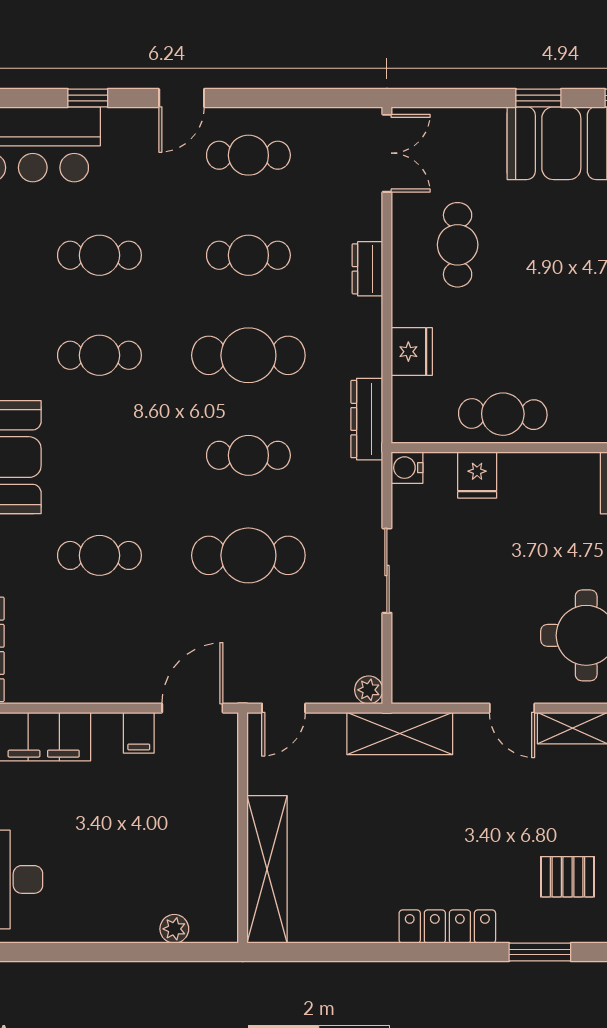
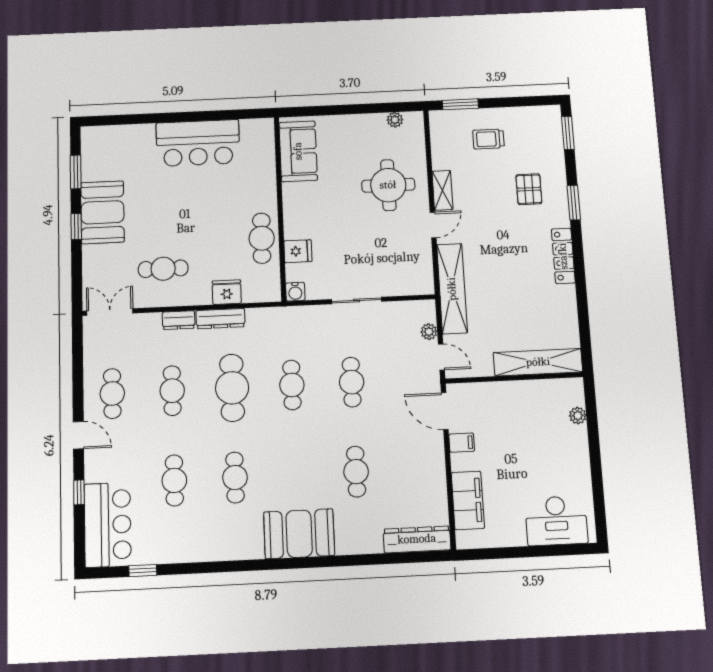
dresser: (367, 419) -> (220, 319), moved
cafe table: (248, 555) -> (352, 382), width x0.73, depth x0.74
plant: (369, 690) -> (429, 332), moved
shelving: (400, 733) -> (452, 289), width x1.47

